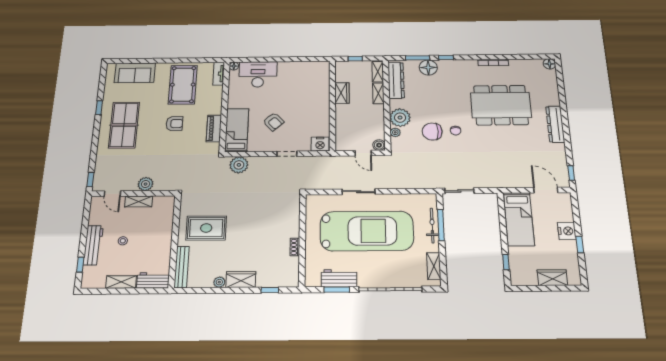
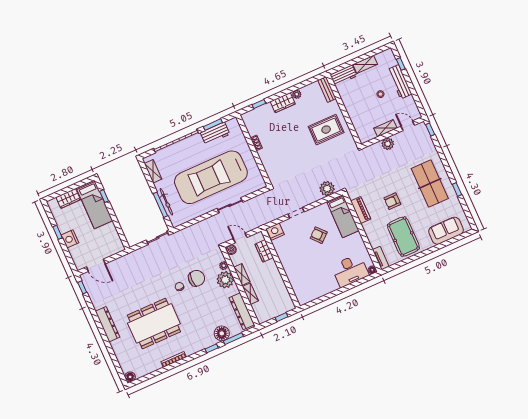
shelving: (378, 72) -> (242, 275), moved
wardrobe: (342, 93) -> (264, 251), moved
bed: (519, 219) -> (94, 204), moved, turned 180
bench: (182, 267) -> (327, 89), width x0.73

